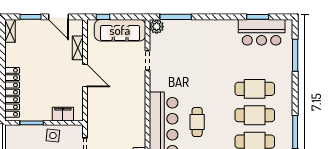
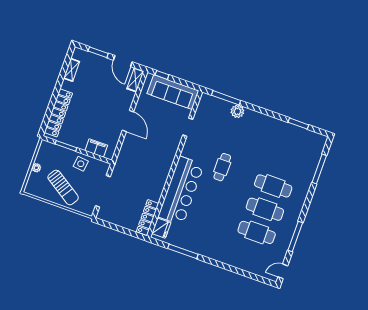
plant: (157, 27) -> (237, 111), moved
shelving: (10, 31) -> (72, 70), moved
bar counter: (262, 32) -> (297, 138), removed
shelving: (78, 48) -> (135, 80), moved
cafe table: (197, 122) -> (222, 167), moved

